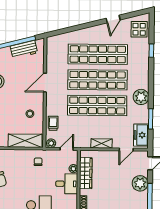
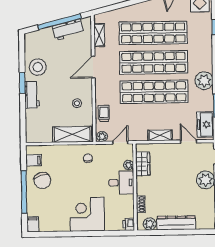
shelving: (51, 55) -> (99, 35), added
door: (126, 150) -> (189, 141), swing flipped
wardrobe: (86, 173) -> (143, 164), width x0.67

